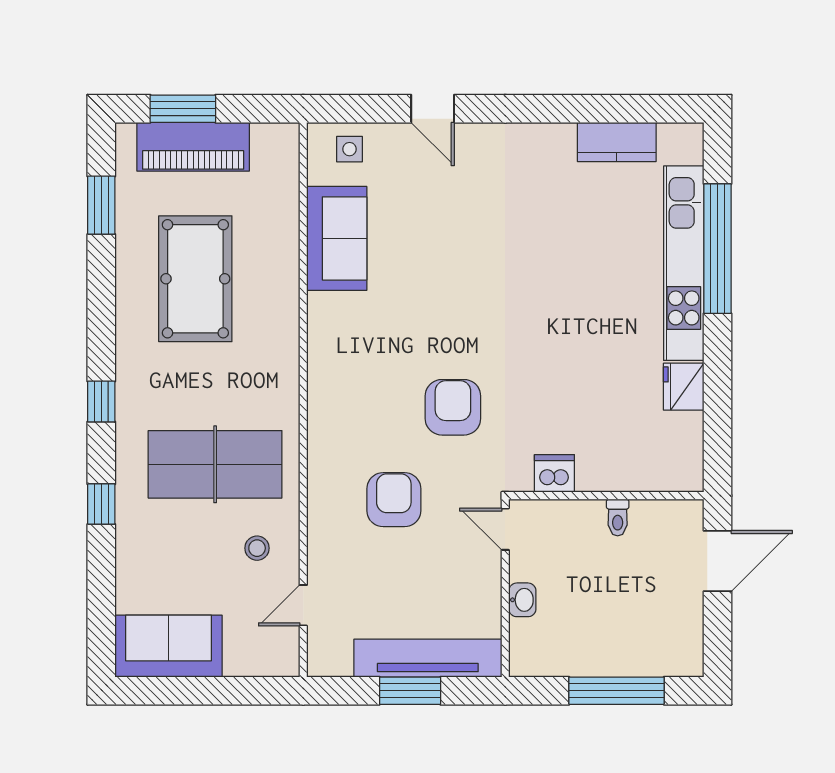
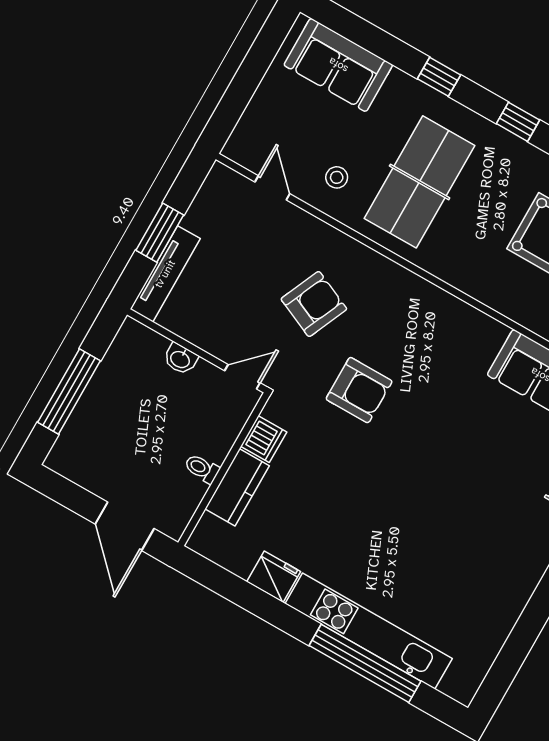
kitchen counter: (617, 142) -> (237, 487), moved, turned 180
armchair: (394, 500) -> (314, 304), turned -66
sofa: (169, 646) -> (338, 65), moved, turned 90
tv unit: (428, 658) -> (165, 274), width x0.73, depth x0.78

